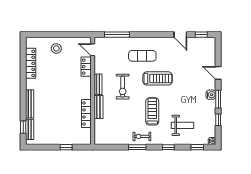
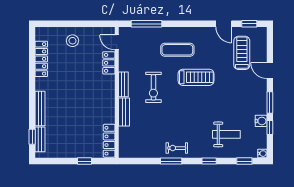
water cooler: (211, 95) -> (261, 121), moved
treadmill: (152, 111) -> (242, 53), moved
locker: (86, 113) -> (109, 141), moved

